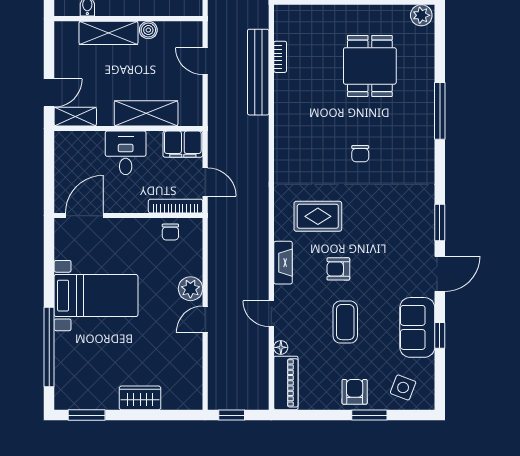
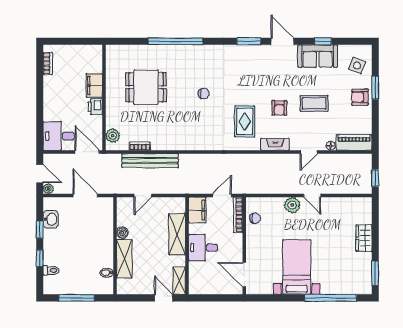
plant: (421, 15) -> (113, 136), moved
window: (440, 111) -> (175, 41), width x1.46

